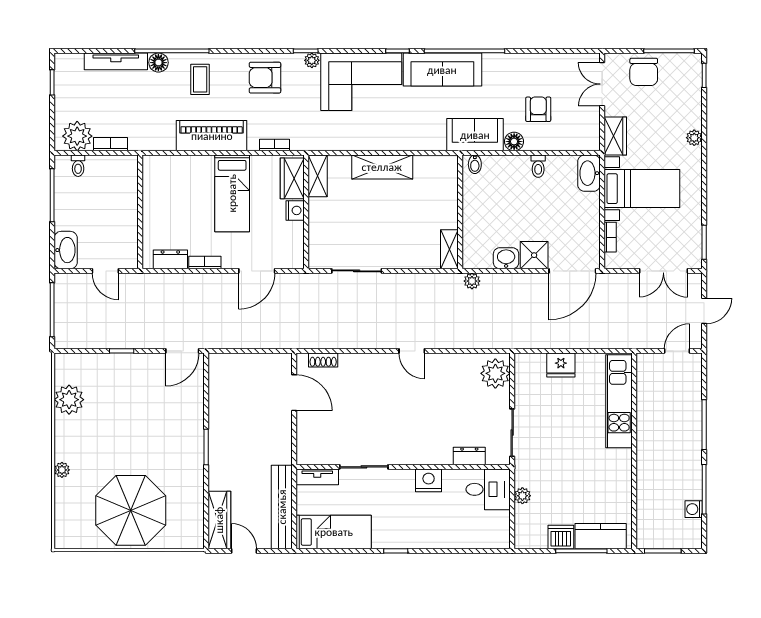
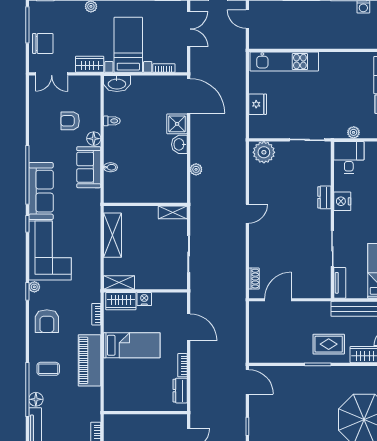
wall: (460, 212) -> (145, 204), moved
shelving: (449, 249) -> (173, 212), moved
dresser: (469, 456) -> (324, 197), moved
rug: (234, 462) -> (329, 344), added

